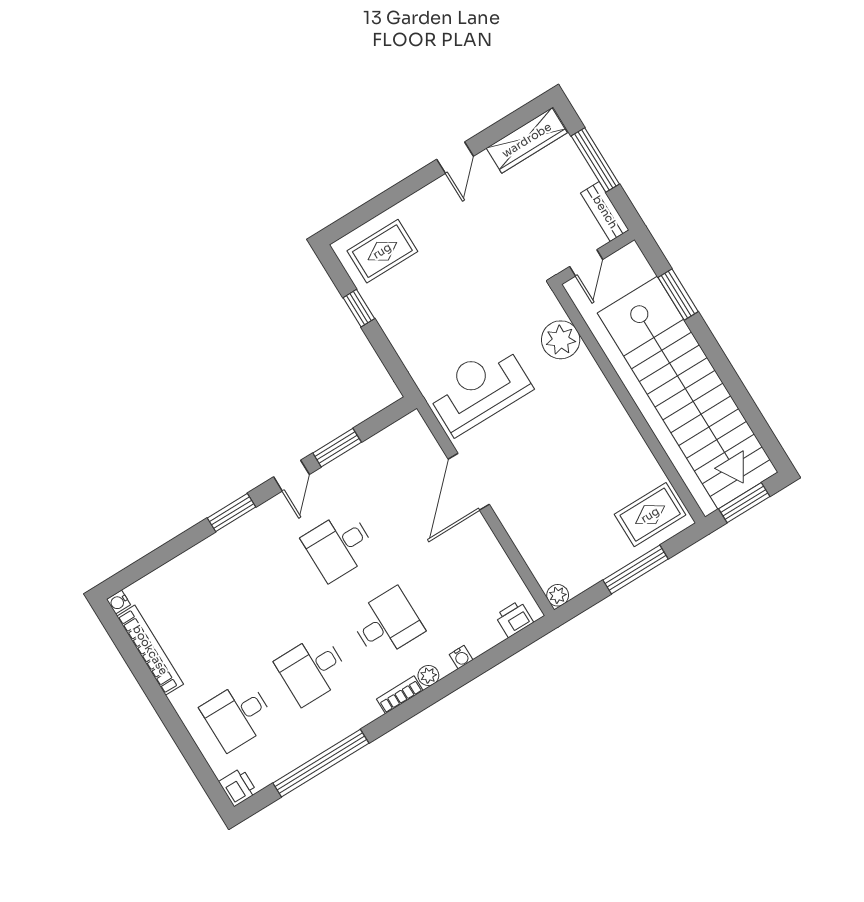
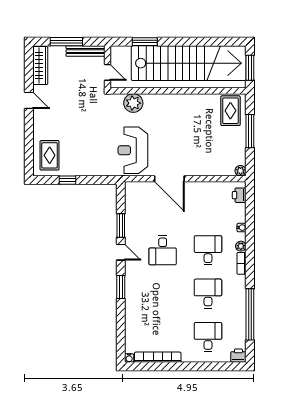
bench: (605, 212) -> (85, 51), width x1.36
desk: (312, 669) -> (208, 294), turned 180
desk: (238, 715) -> (208, 337), turned 180

